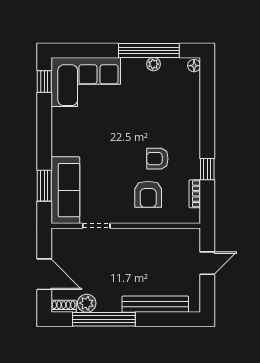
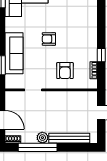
armchair: (157, 159) -> (49, 39), moved
sofa: (65, 190) -> (14, 53), moved
plant: (87, 303) -> (42, 138), moved

